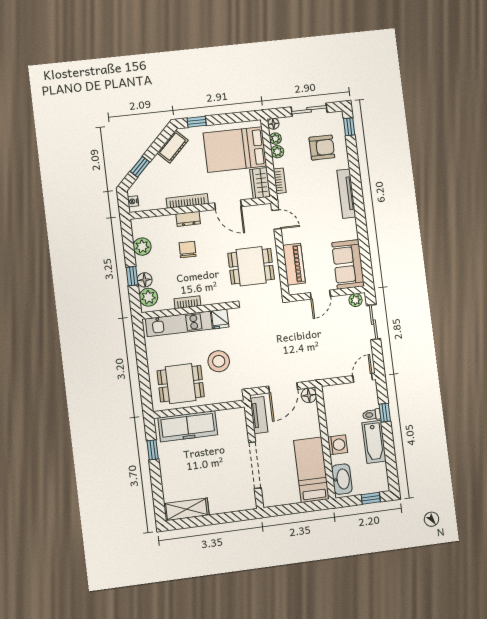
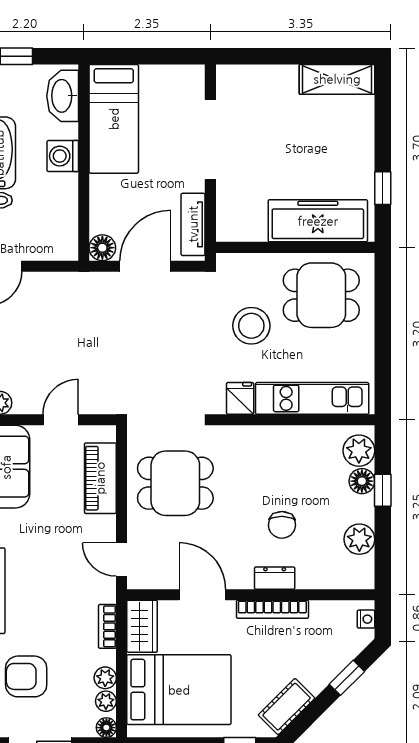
bookcase: (187, 302) -> (293, 434), removed

